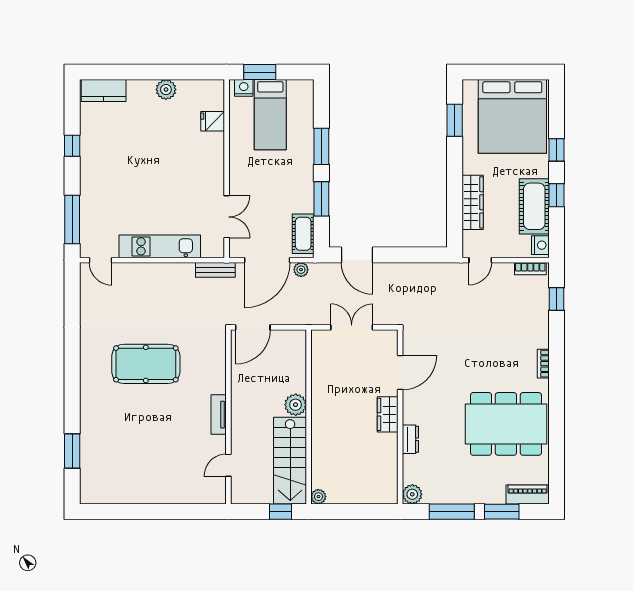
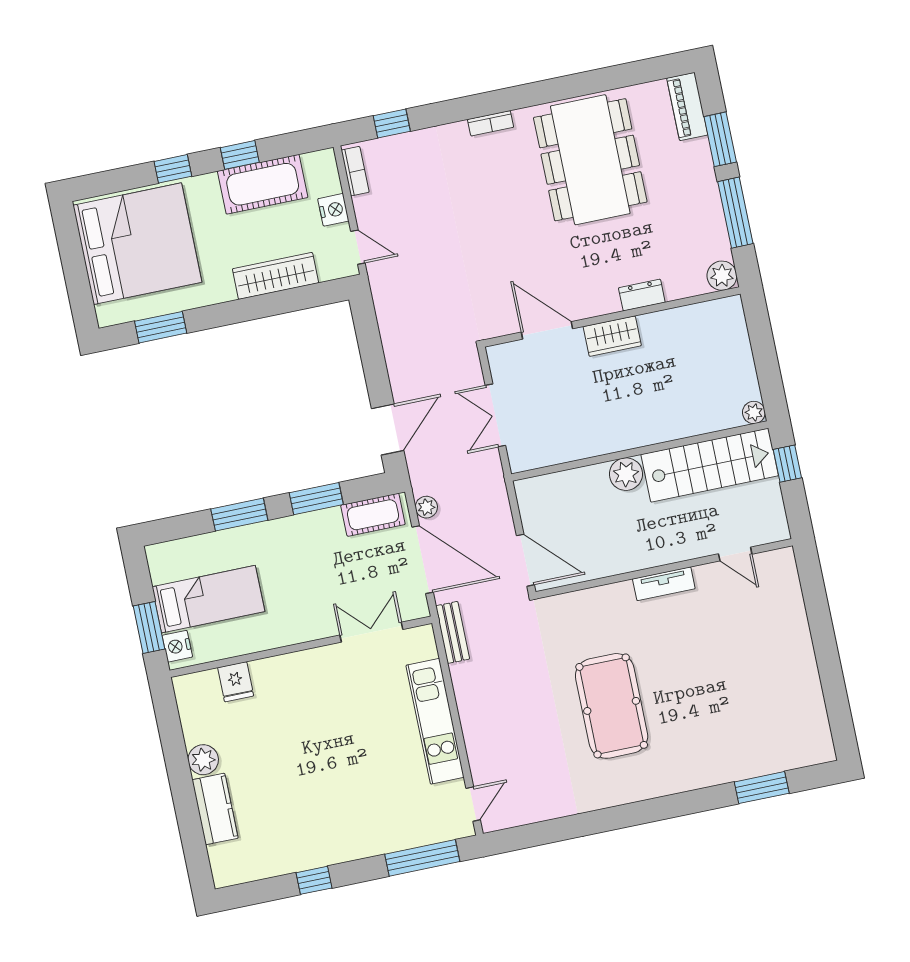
kitchen counter: (104, 91) -> (215, 809), moved
nightstand: (540, 245) -> (333, 210), moved, turned 90

